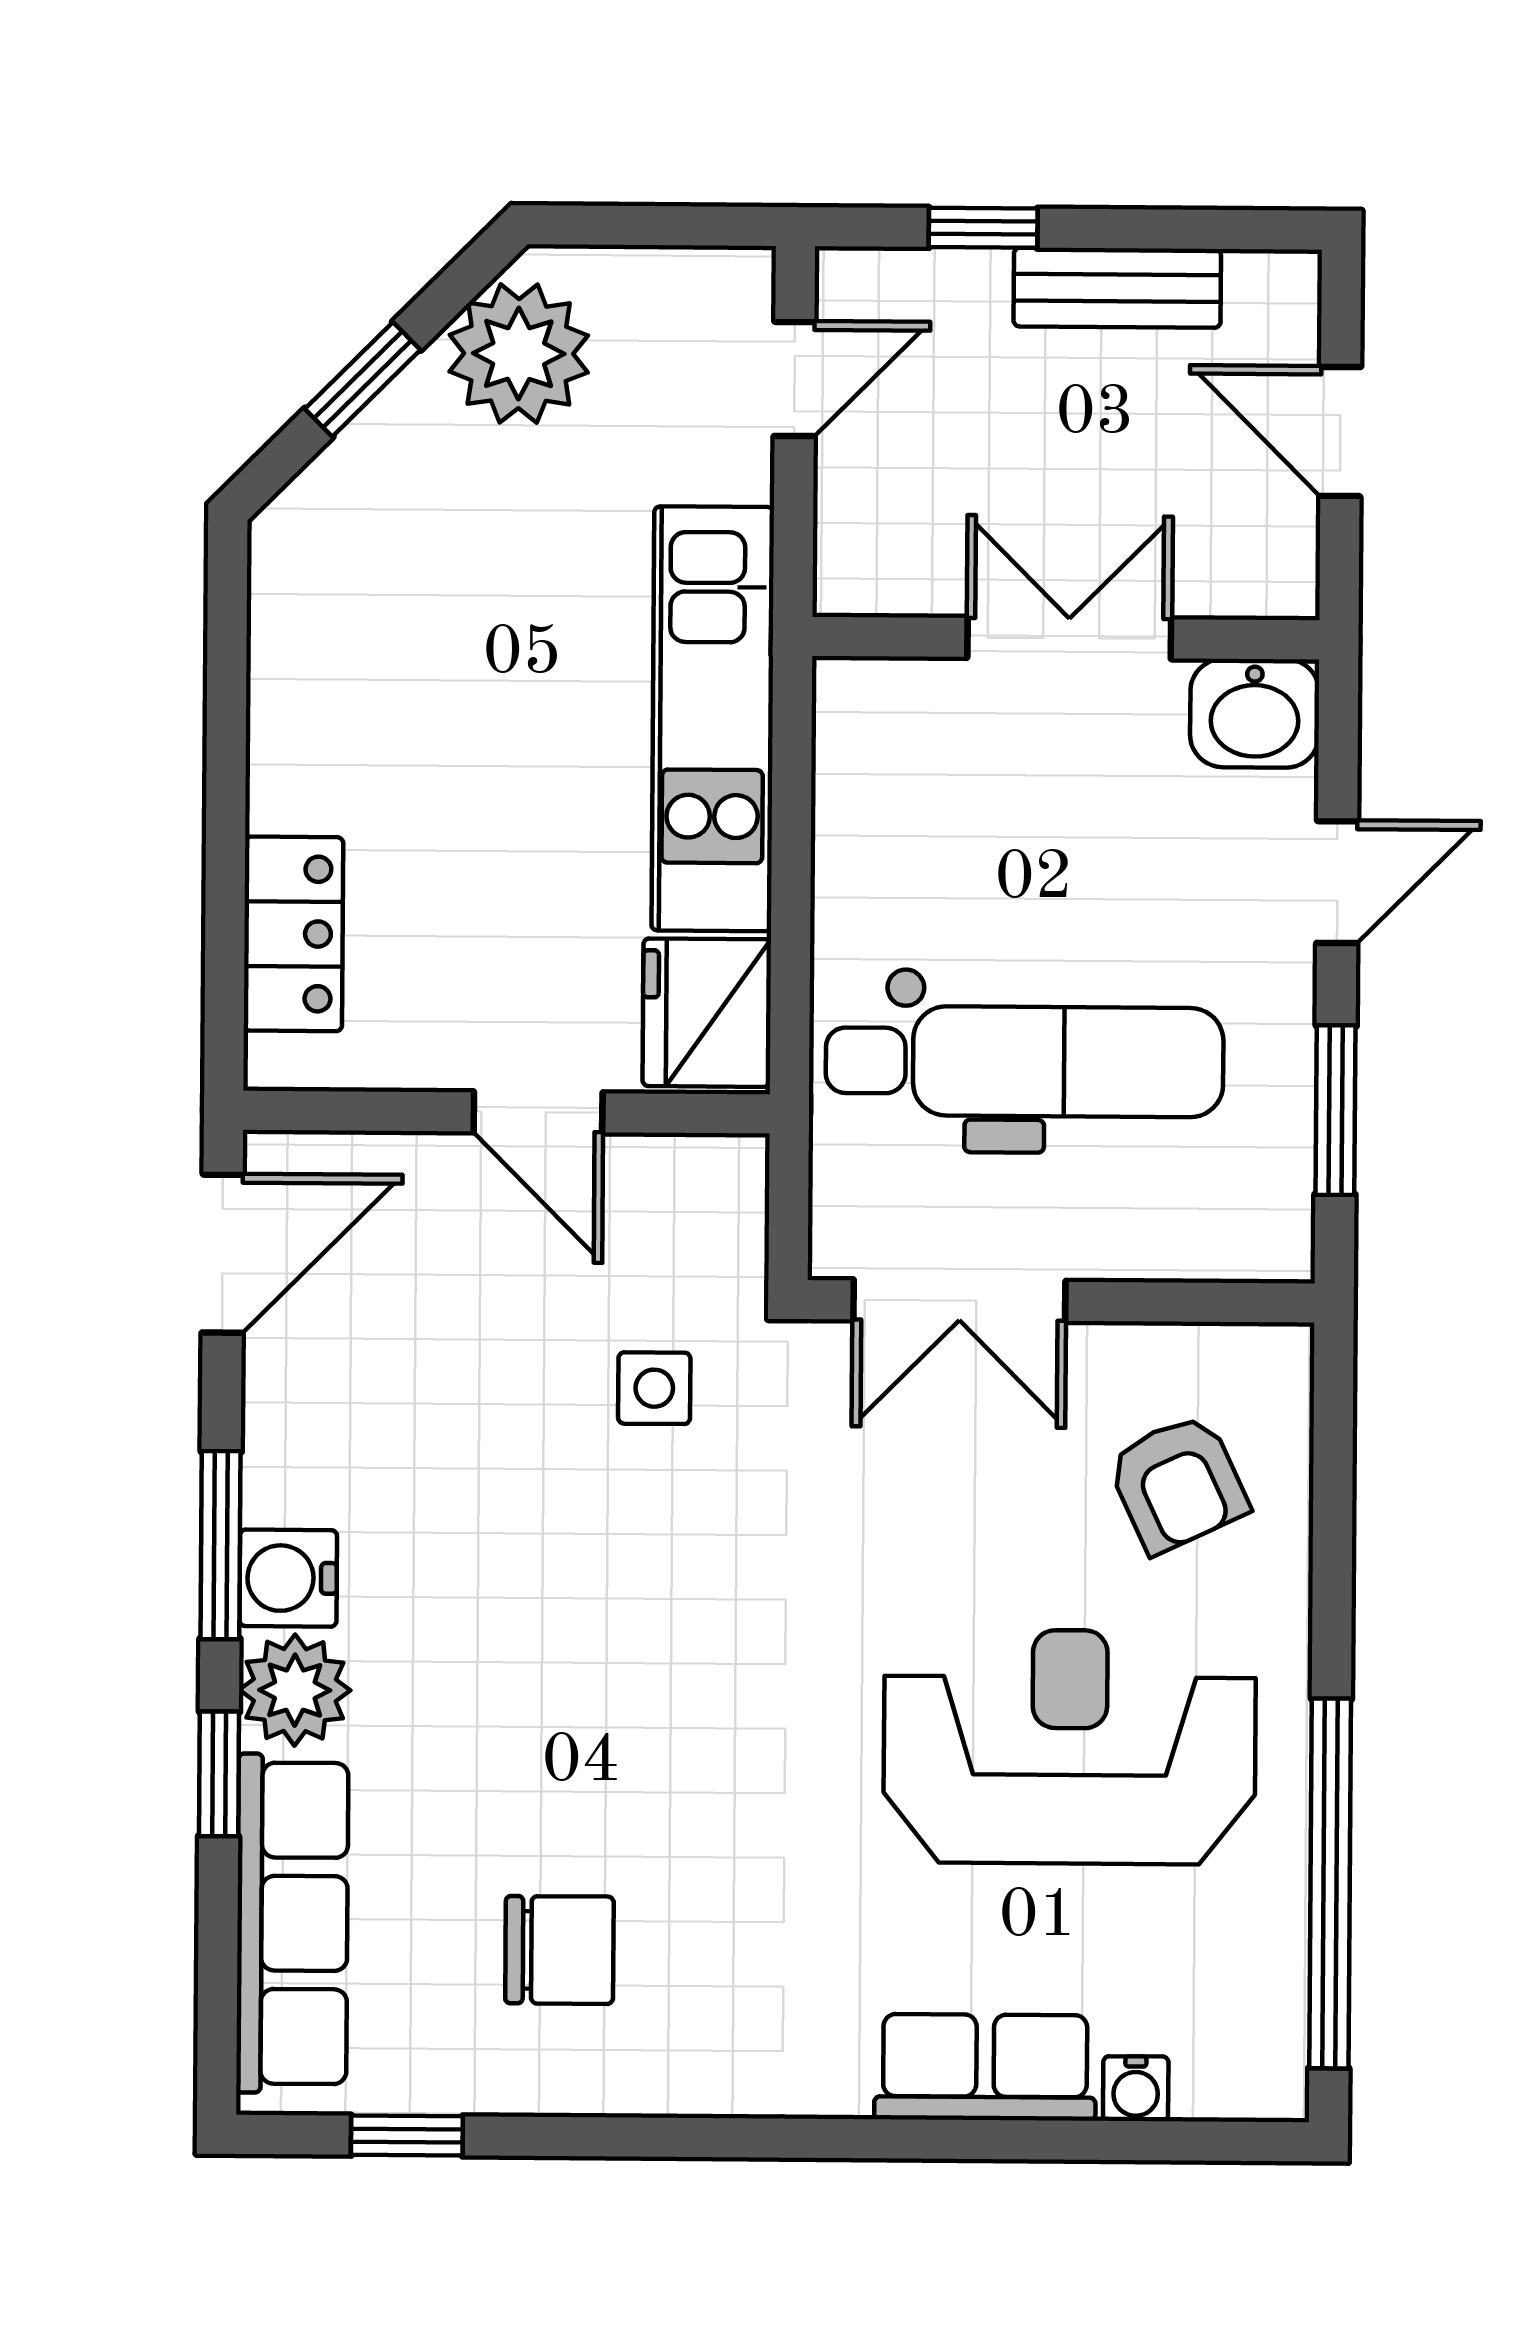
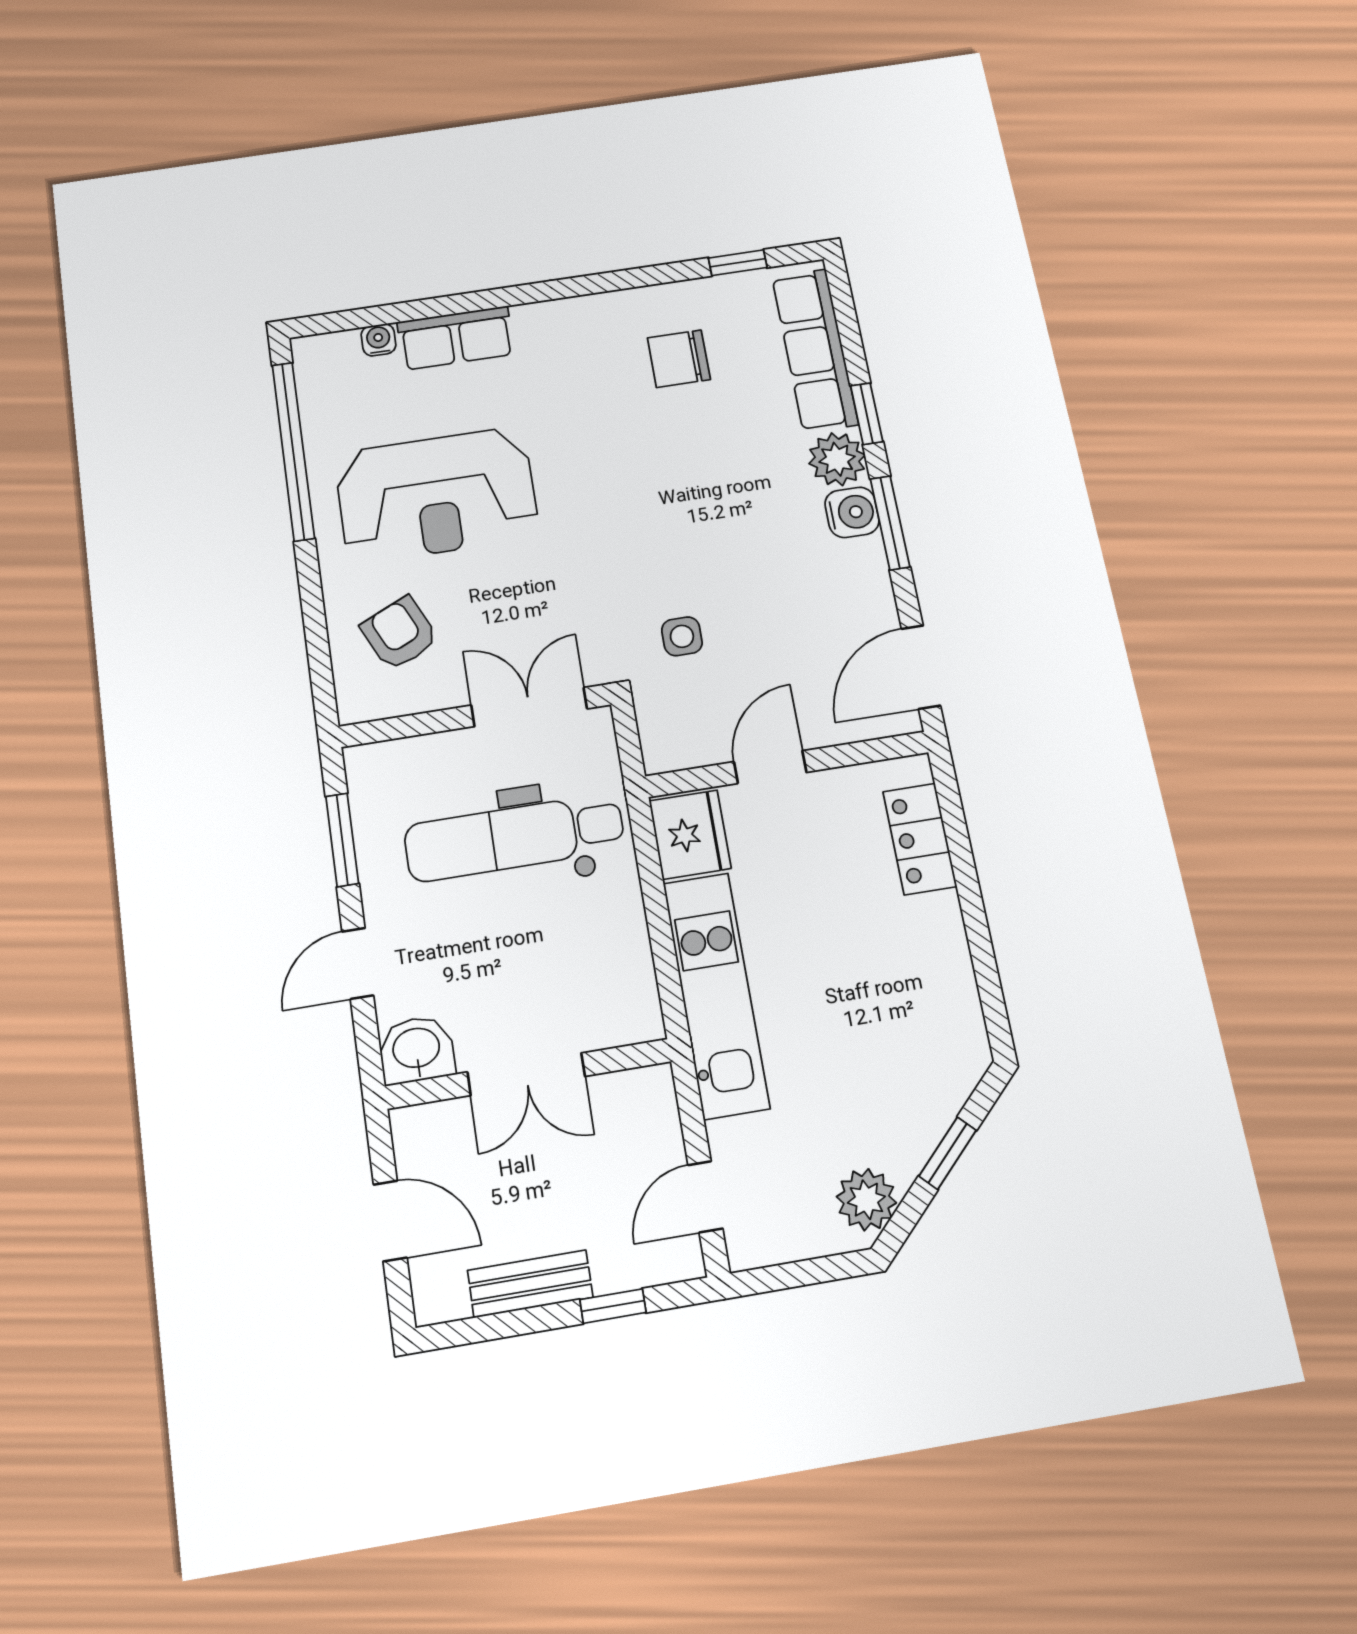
plant: (519, 354) -> (866, 1200), width x0.73, depth x0.73
door: (538, 1112) -> (770, 767), hinge flipped

